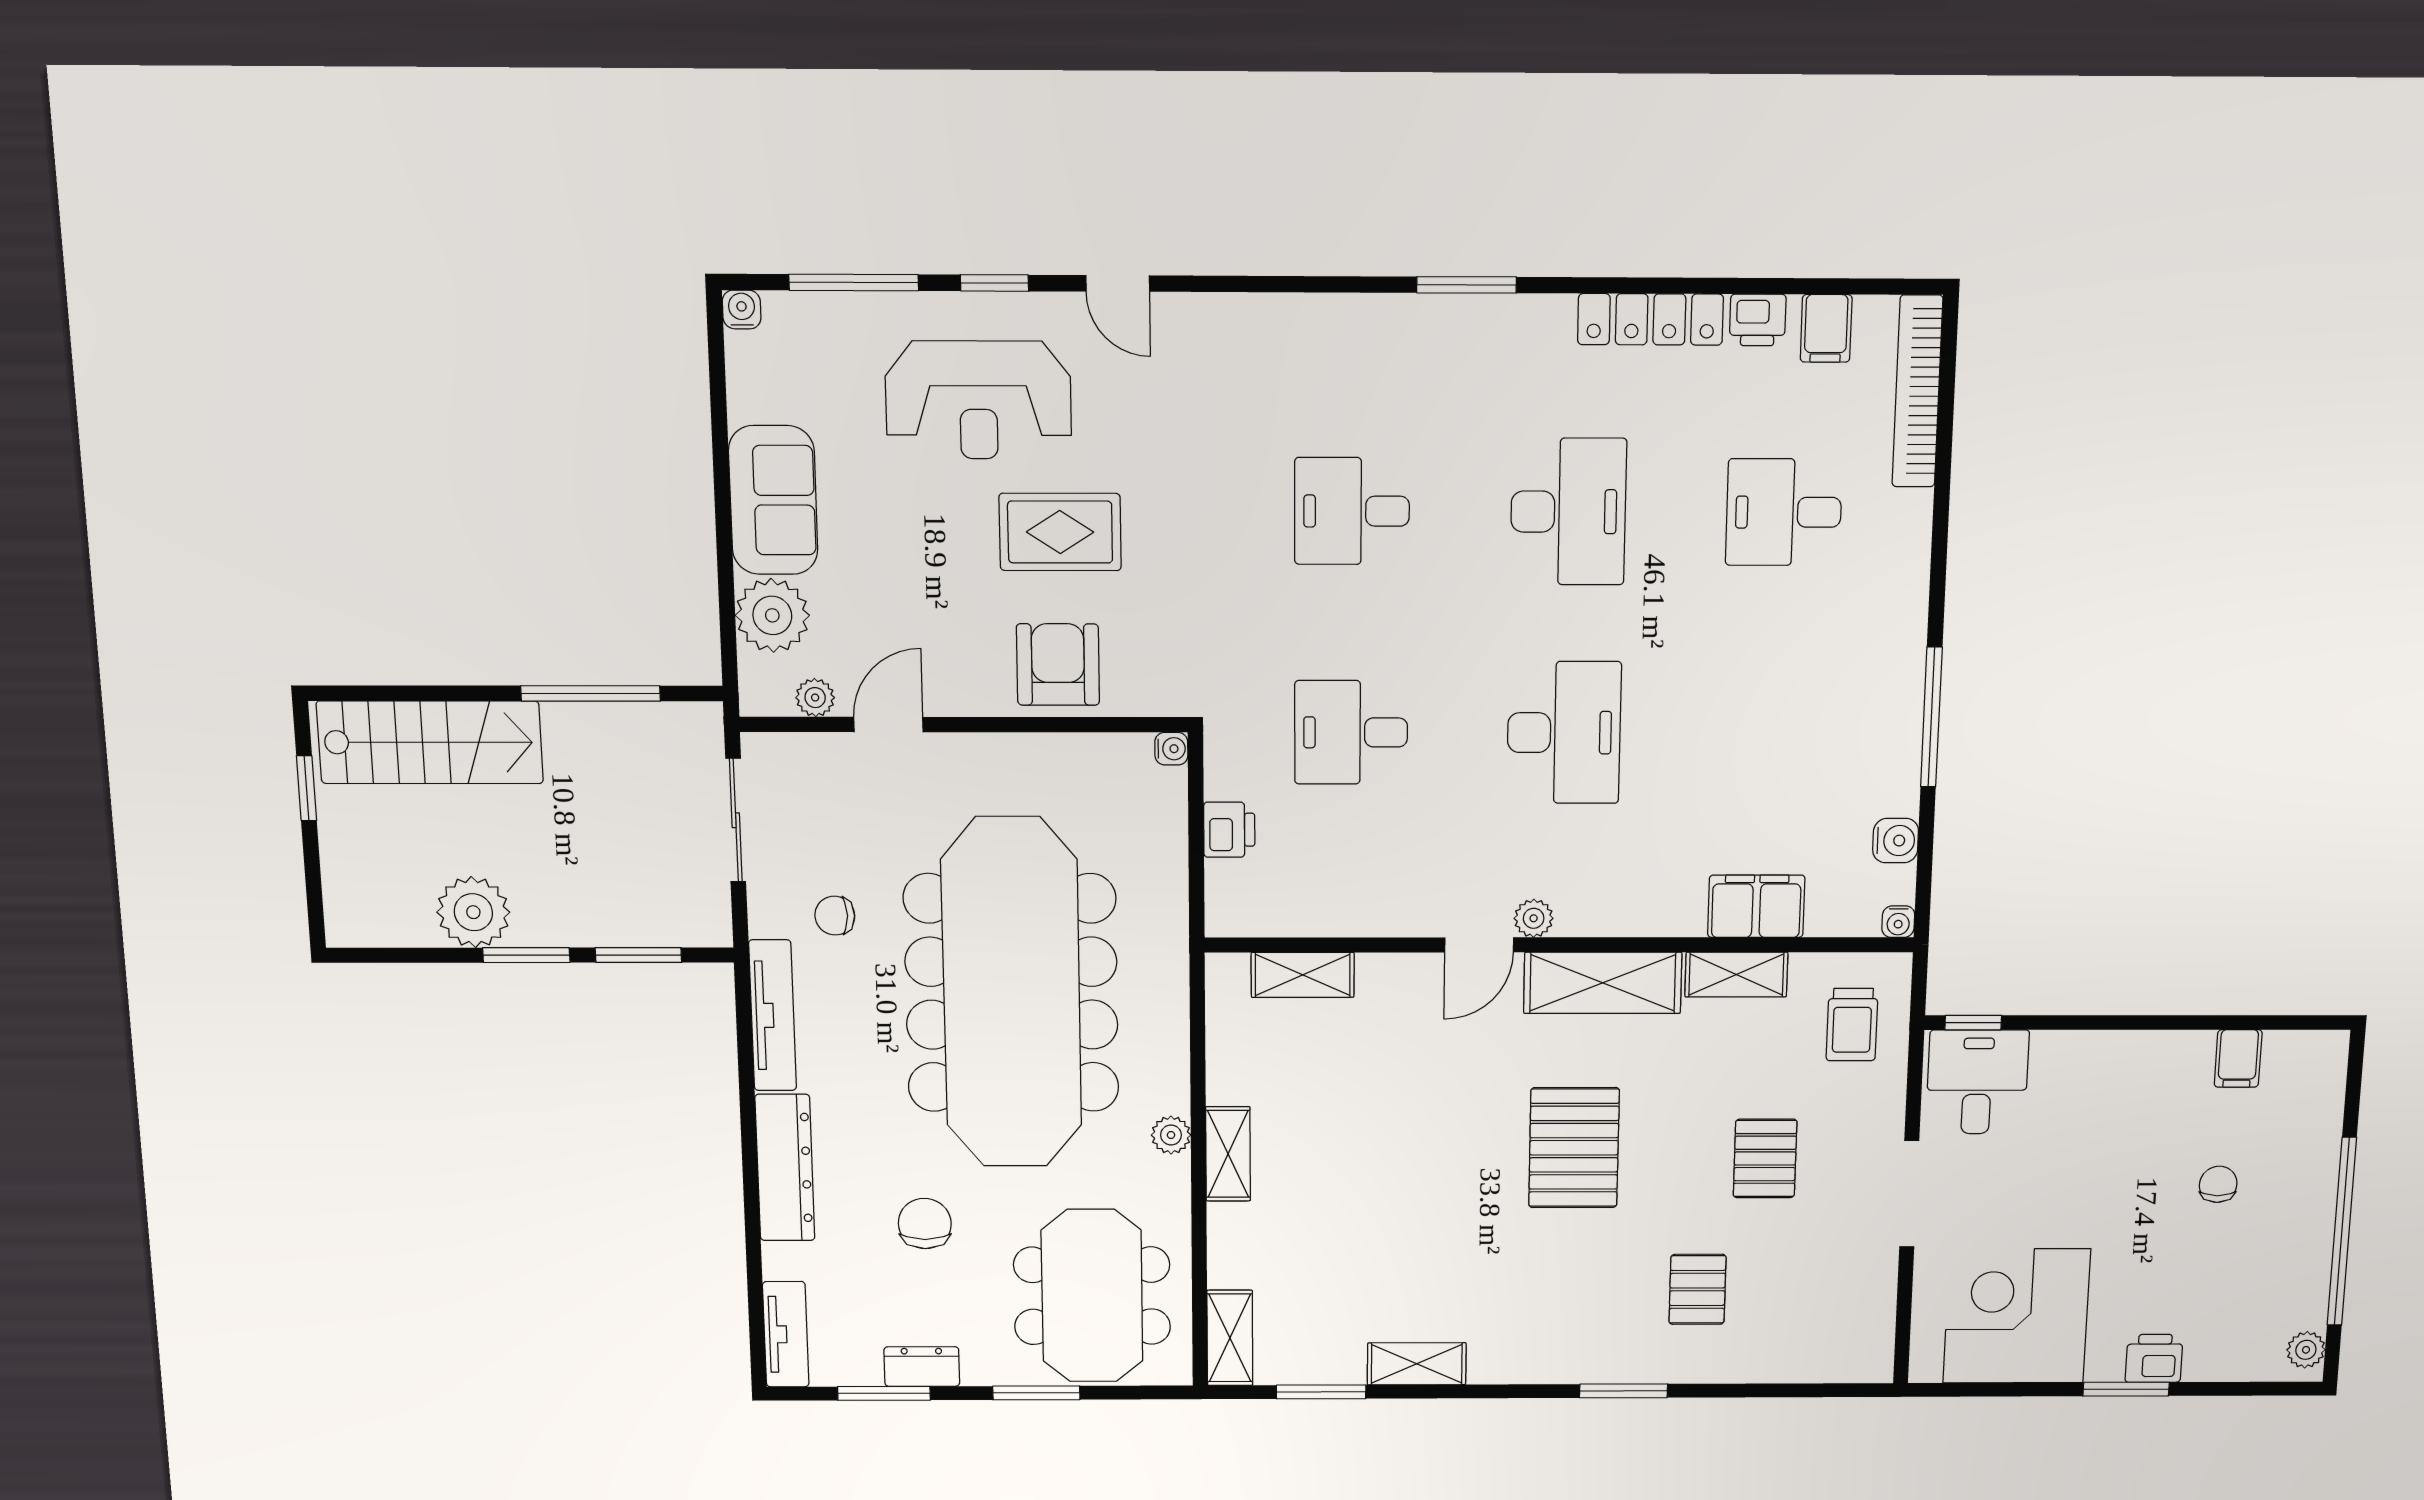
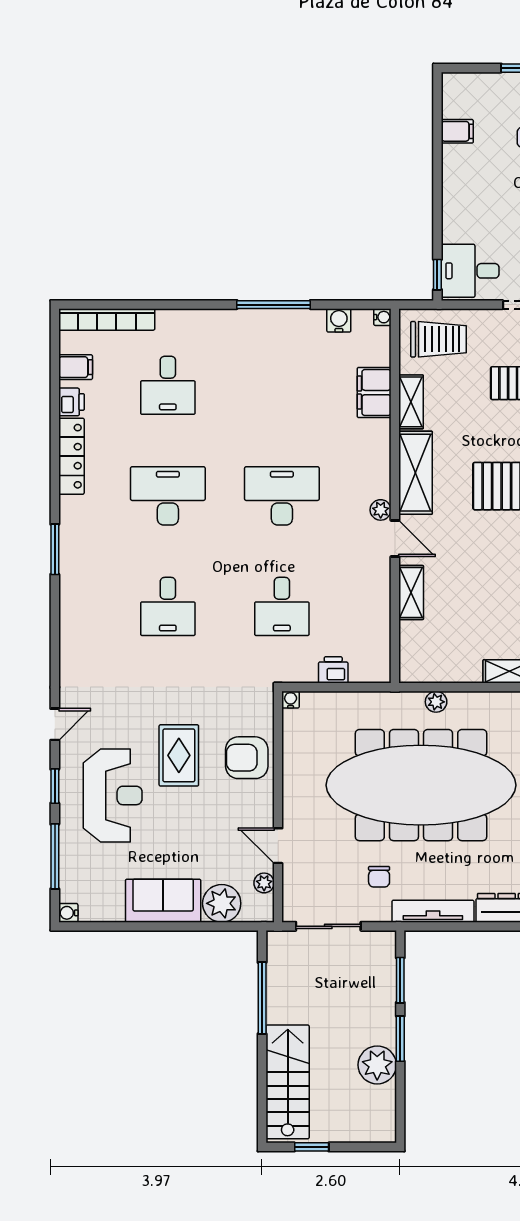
shelving: (1303, 975) -> (411, 593), moved
trolley: (1852, 1025) -> (439, 339), width x1.36, depth x1.39
plant: (1171, 1135) -> (436, 702), moved

